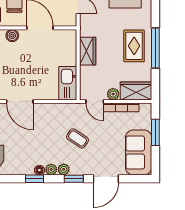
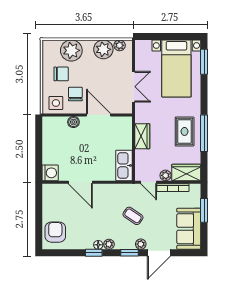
plant: (64, 169) -> (141, 244), moved

